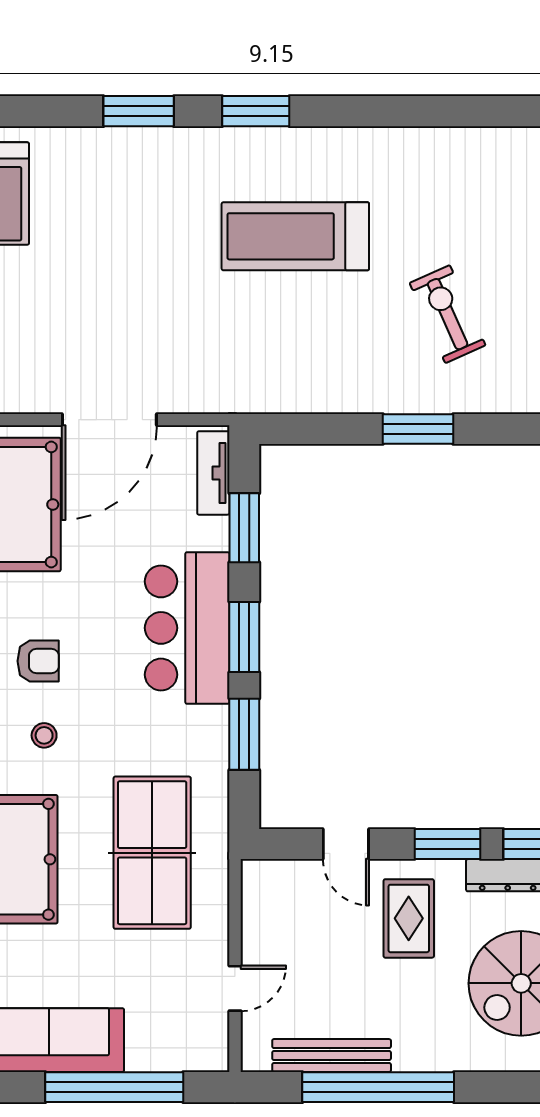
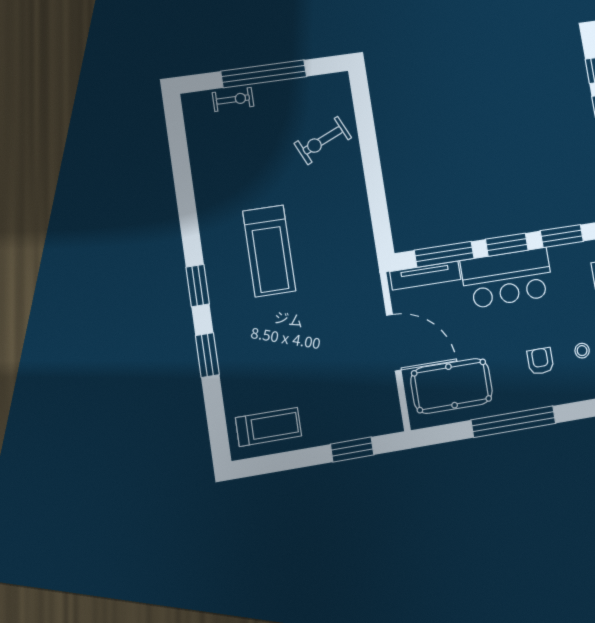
exercise bike: (448, 314) -> (323, 140), moved
window: (418, 429) -> (371, 164), removed
tv unit: (213, 473) -> (425, 276), width x1.41
window: (244, 528) -> (444, 254), width x1.44

